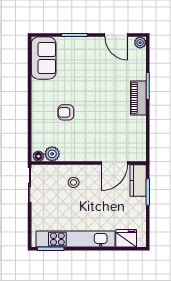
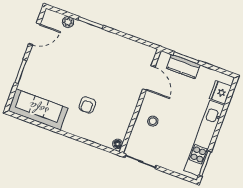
plant: (140, 43) -> (68, 22), moved
sofa: (44, 58) -> (38, 109), width x1.36
piano: (138, 98) -> (98, 35), removed
plant: (52, 154) -> (120, 131), removed
kitchen counter: (138, 181) -> (183, 67), moved

